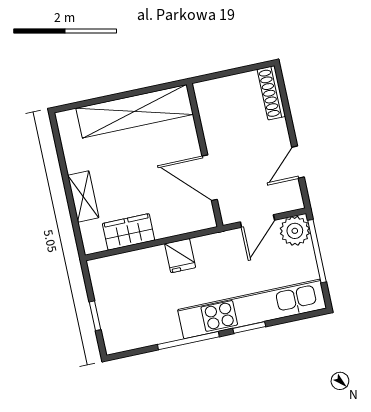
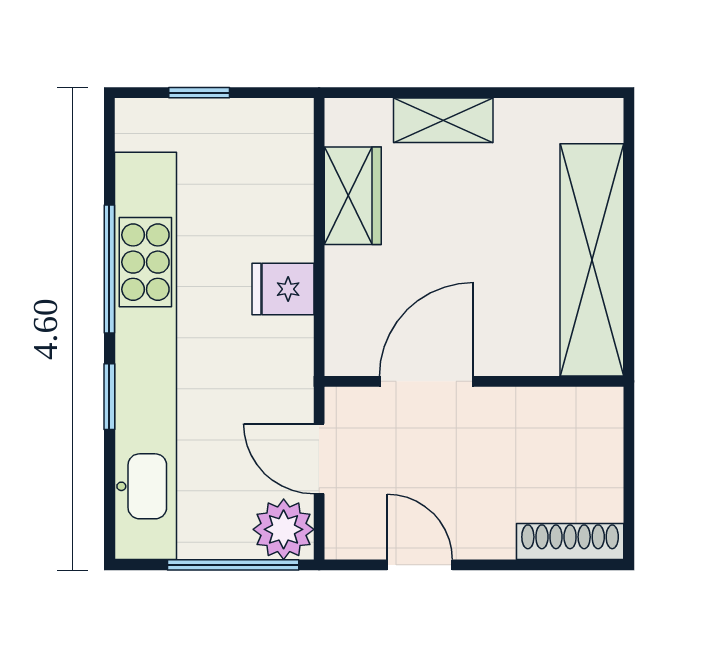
kitchen unit: (252, 309) -> (145, 356), width x1.36

